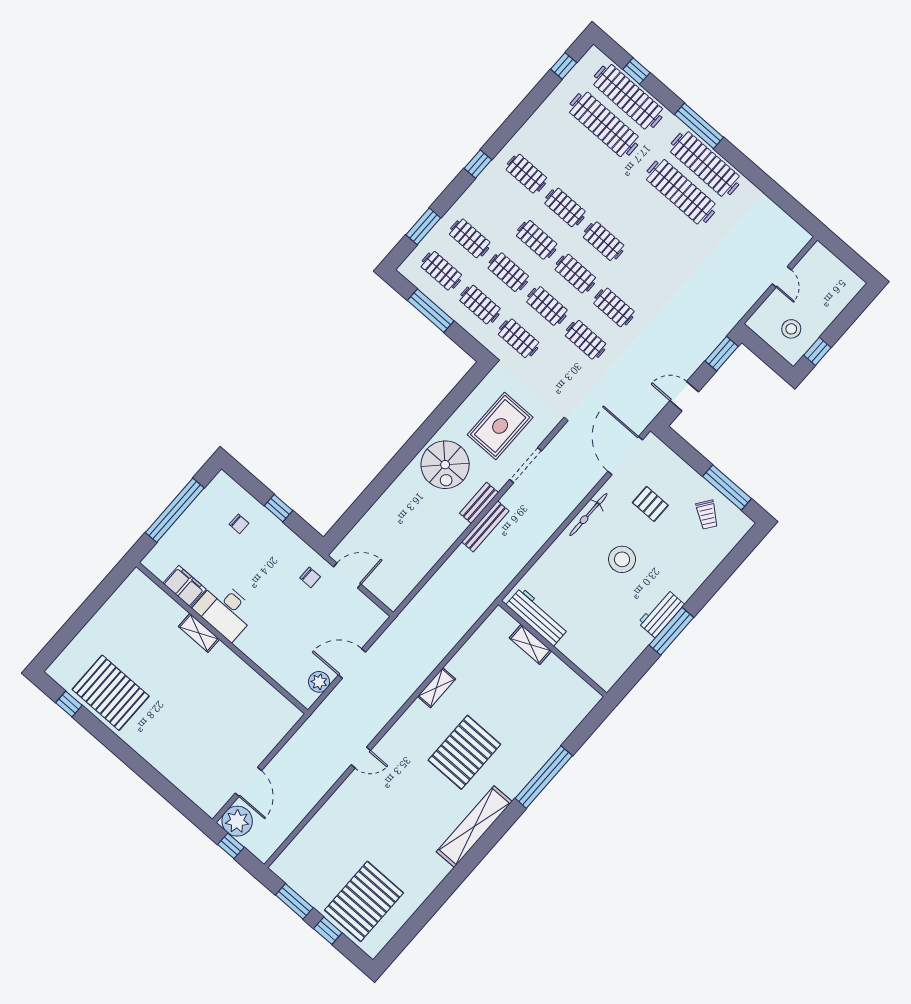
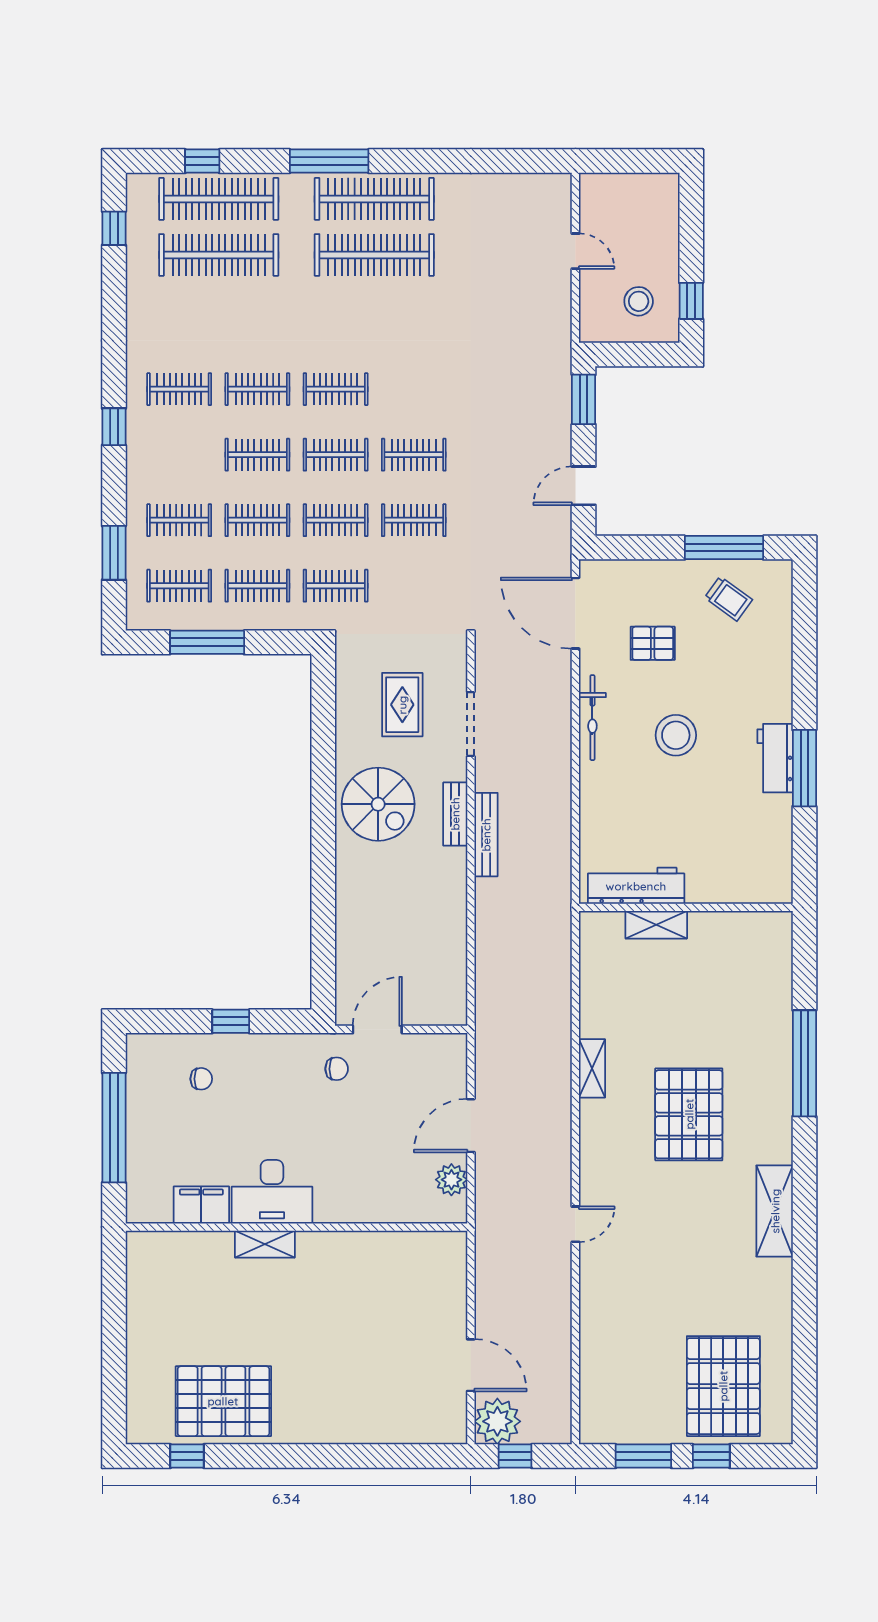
rug: (500, 426) -> (402, 705), width x0.73, depth x0.70
shelving: (474, 827) -> (775, 1211), width x0.68

